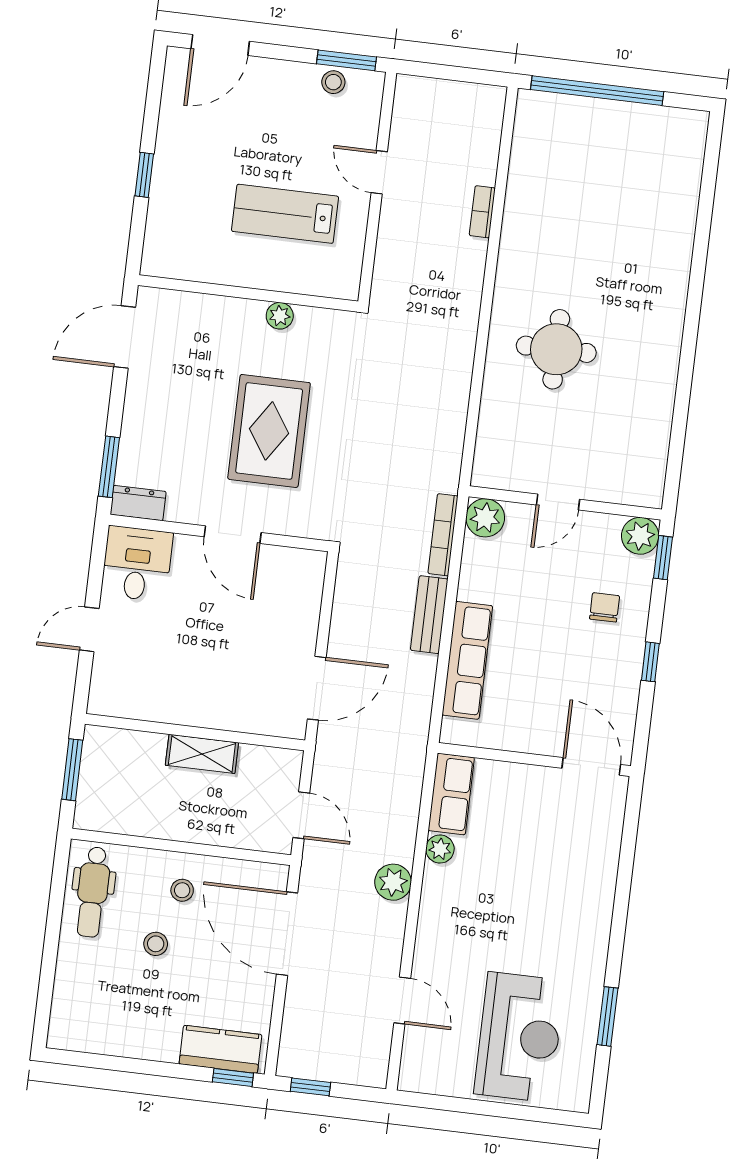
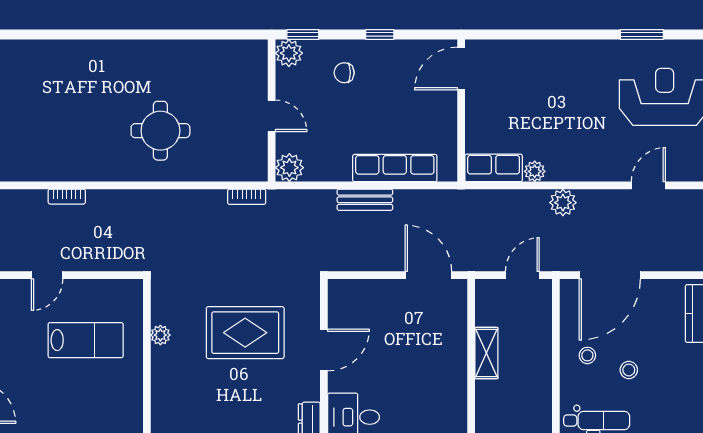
lab bench: (285, 214) -> (86, 340), turned -90
bookcase: (443, 535) -> (247, 197), moved, width x0.64

